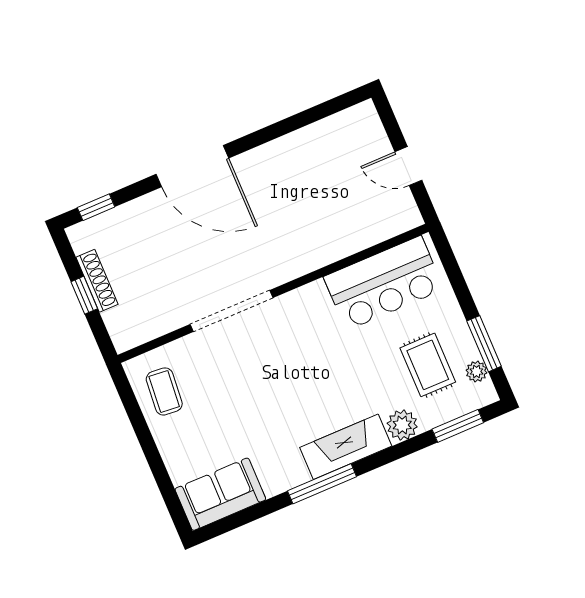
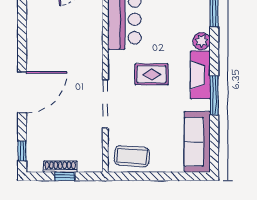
rug: (428, 365) -> (152, 74), moved
coffee table: (164, 391) -> (132, 156), width x1.36, depth x1.30
sofa: (220, 494) -> (197, 142), width x1.36

